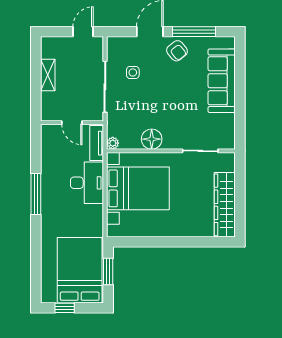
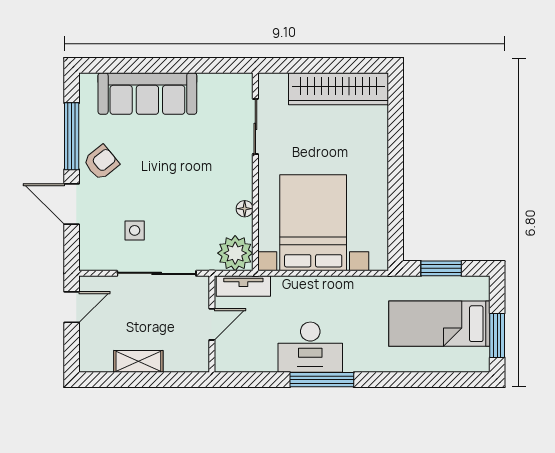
door: (83, 32) -> (72, 307), swing flipped
floor lamp: (152, 139) -> (245, 209), width x0.53, depth x0.53
plant: (113, 143) -> (235, 253), width x1.88, depth x1.88
desk: (87, 183) -> (310, 347), moved, turned 180
bed: (80, 270) -> (439, 324), width x0.67
window: (65, 308) -> (497, 335), width x1.50

